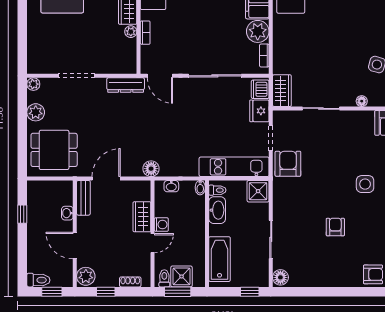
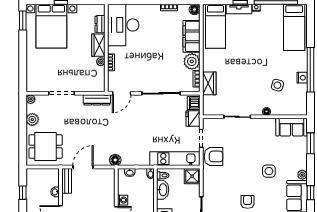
door: (160, 76) -> (122, 93), hinge flipped
wardrobe: (282, 91) -> (209, 83), moved
armchair: (288, 164) -> (214, 156), turned 90
wardrobe: (142, 217) -> (109, 195), removed

